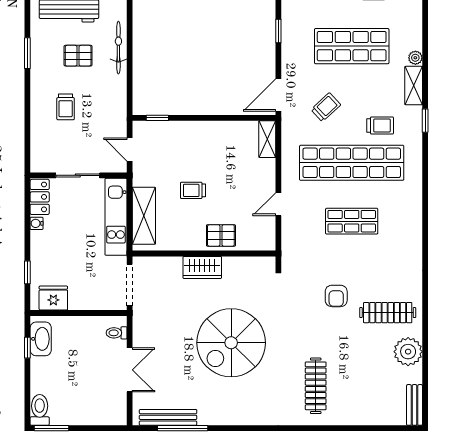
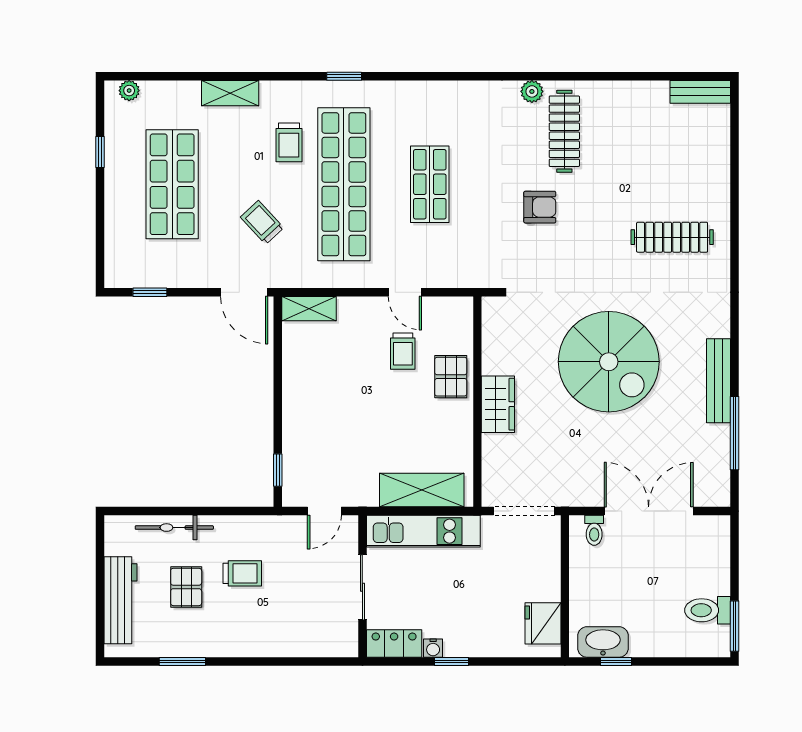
plant: (415, 58) -> (129, 91), moved
trolley: (66, 107) -> (242, 573), moved
window: (425, 121) -> (344, 76), moved
trolley: (380, 126) -> (289, 142), turned 180
trolley: (193, 190) -> (403, 351), moved
window: (27, 272) -> (452, 661), moved
plant: (408, 352) -> (532, 91), moved, width x0.53, depth x0.53
double door: (130, 370) -> (649, 511), width x1.37
toilet: (40, 410) -> (708, 610), moved
bench: (168, 417) -> (719, 381), moved

